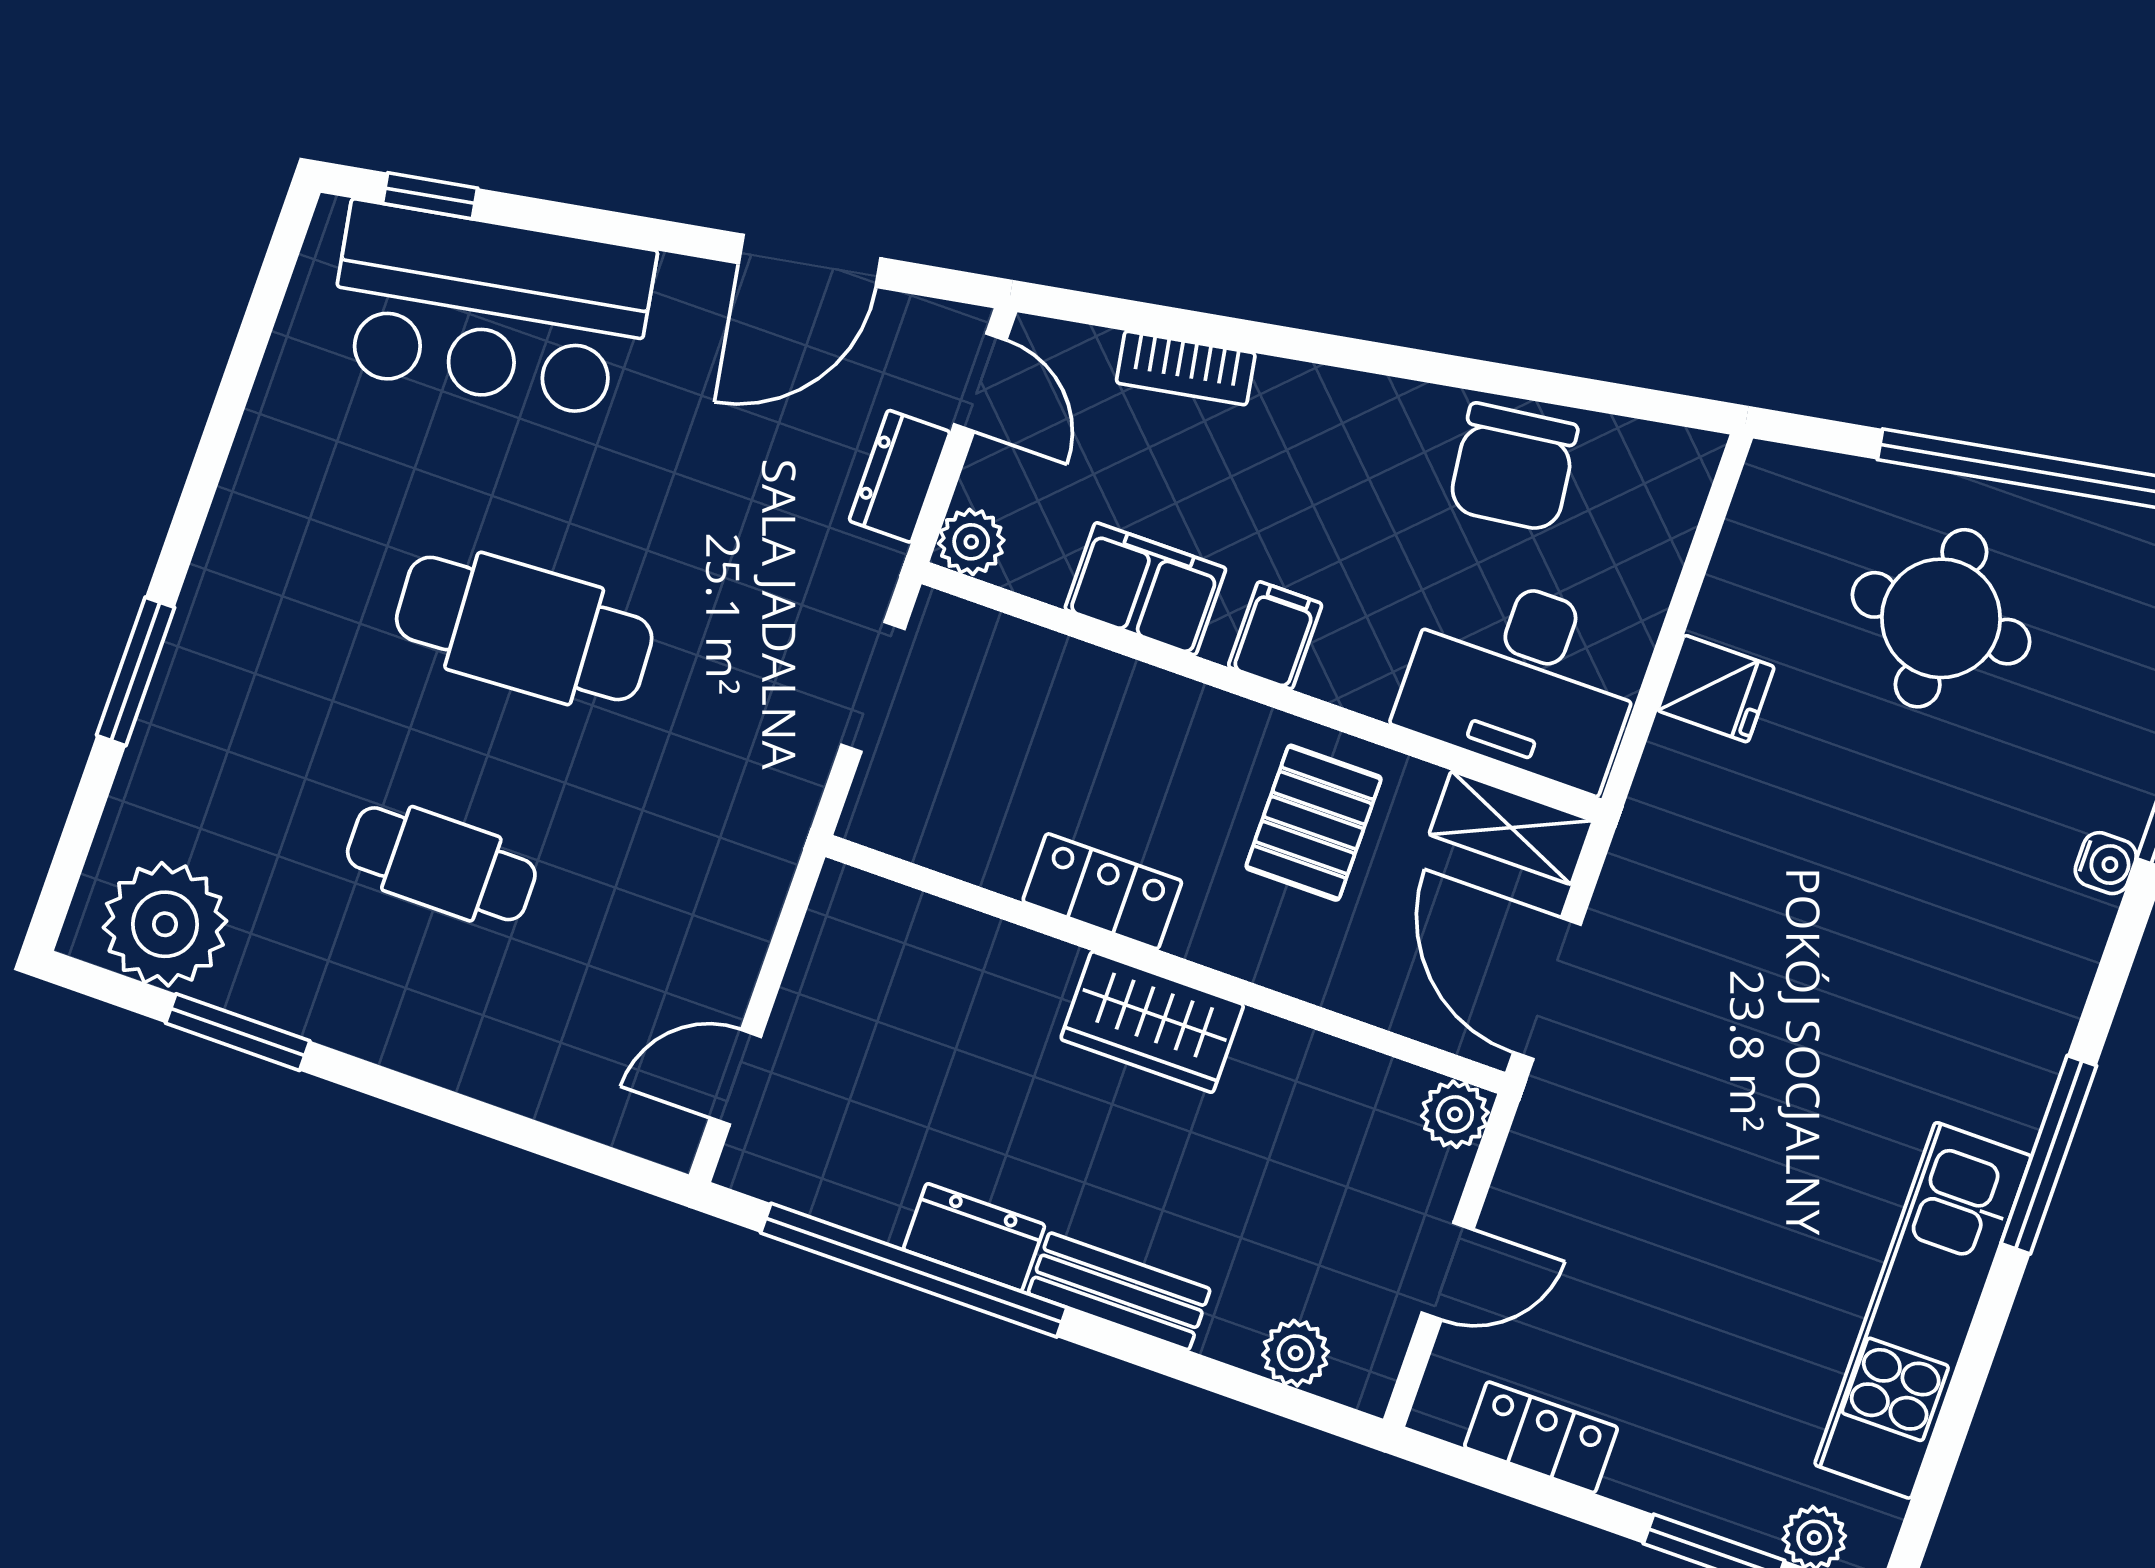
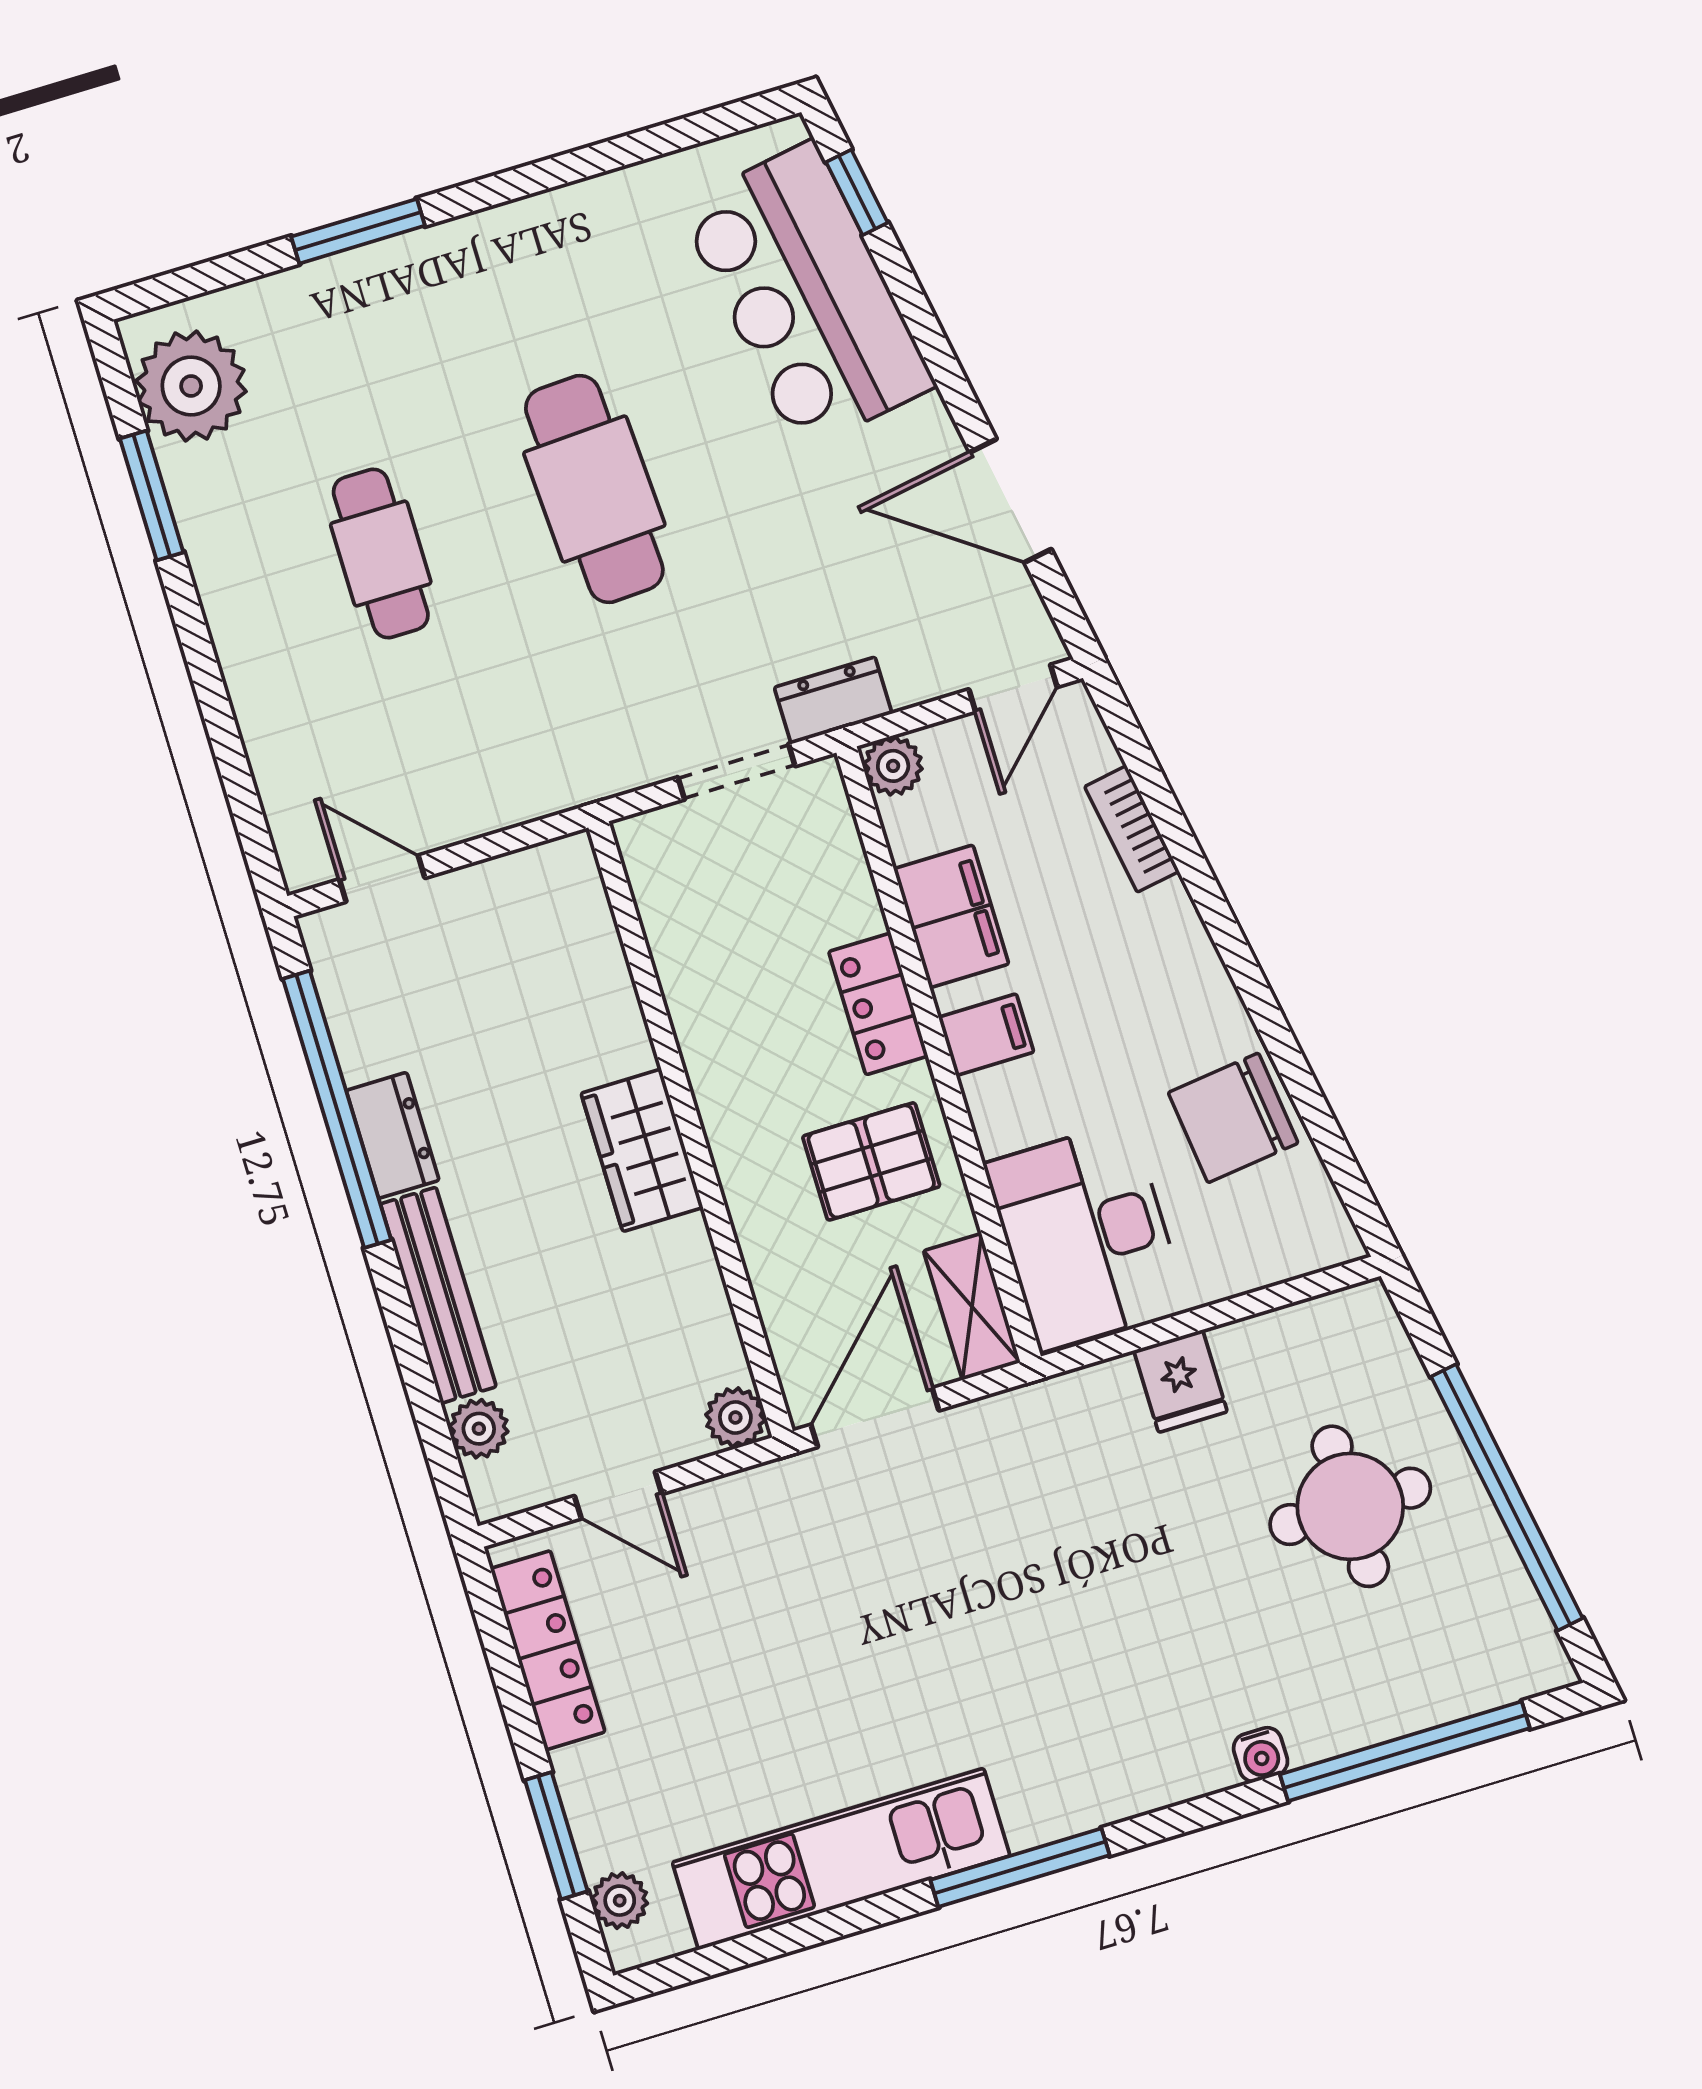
dresser: (899, 476) -> (833, 700), moved
locker: (1102, 891) -> (878, 1004), moved, turned 180
bench: (1119, 1291) -> (438, 1295), width x1.36
locker: (1541, 1437) -> (548, 1650), width x1.53

